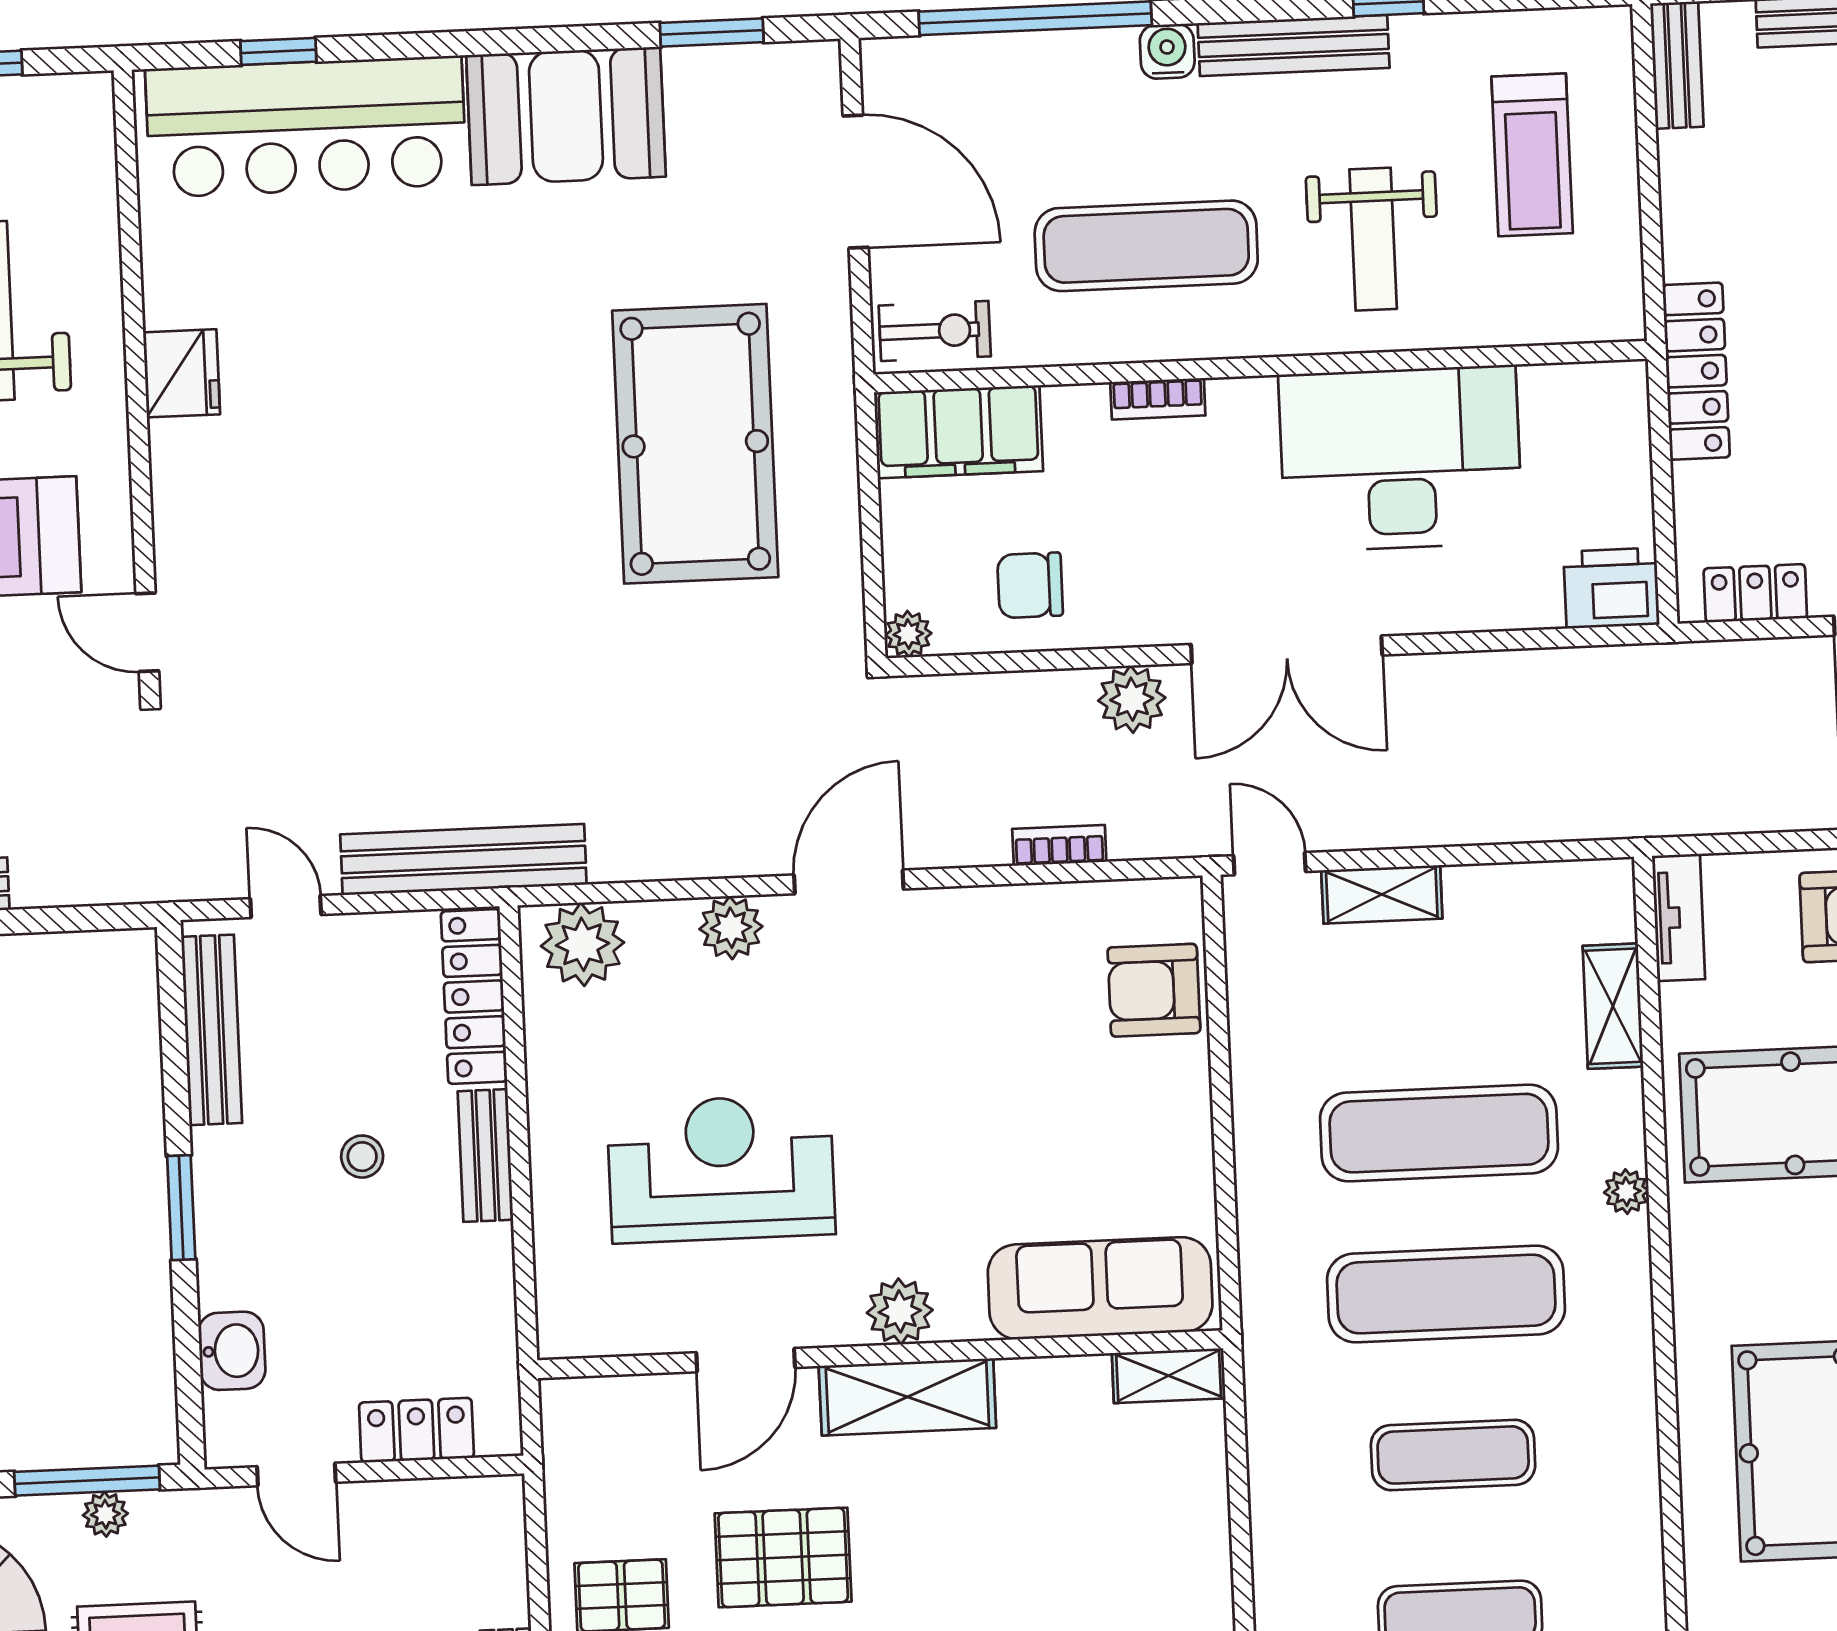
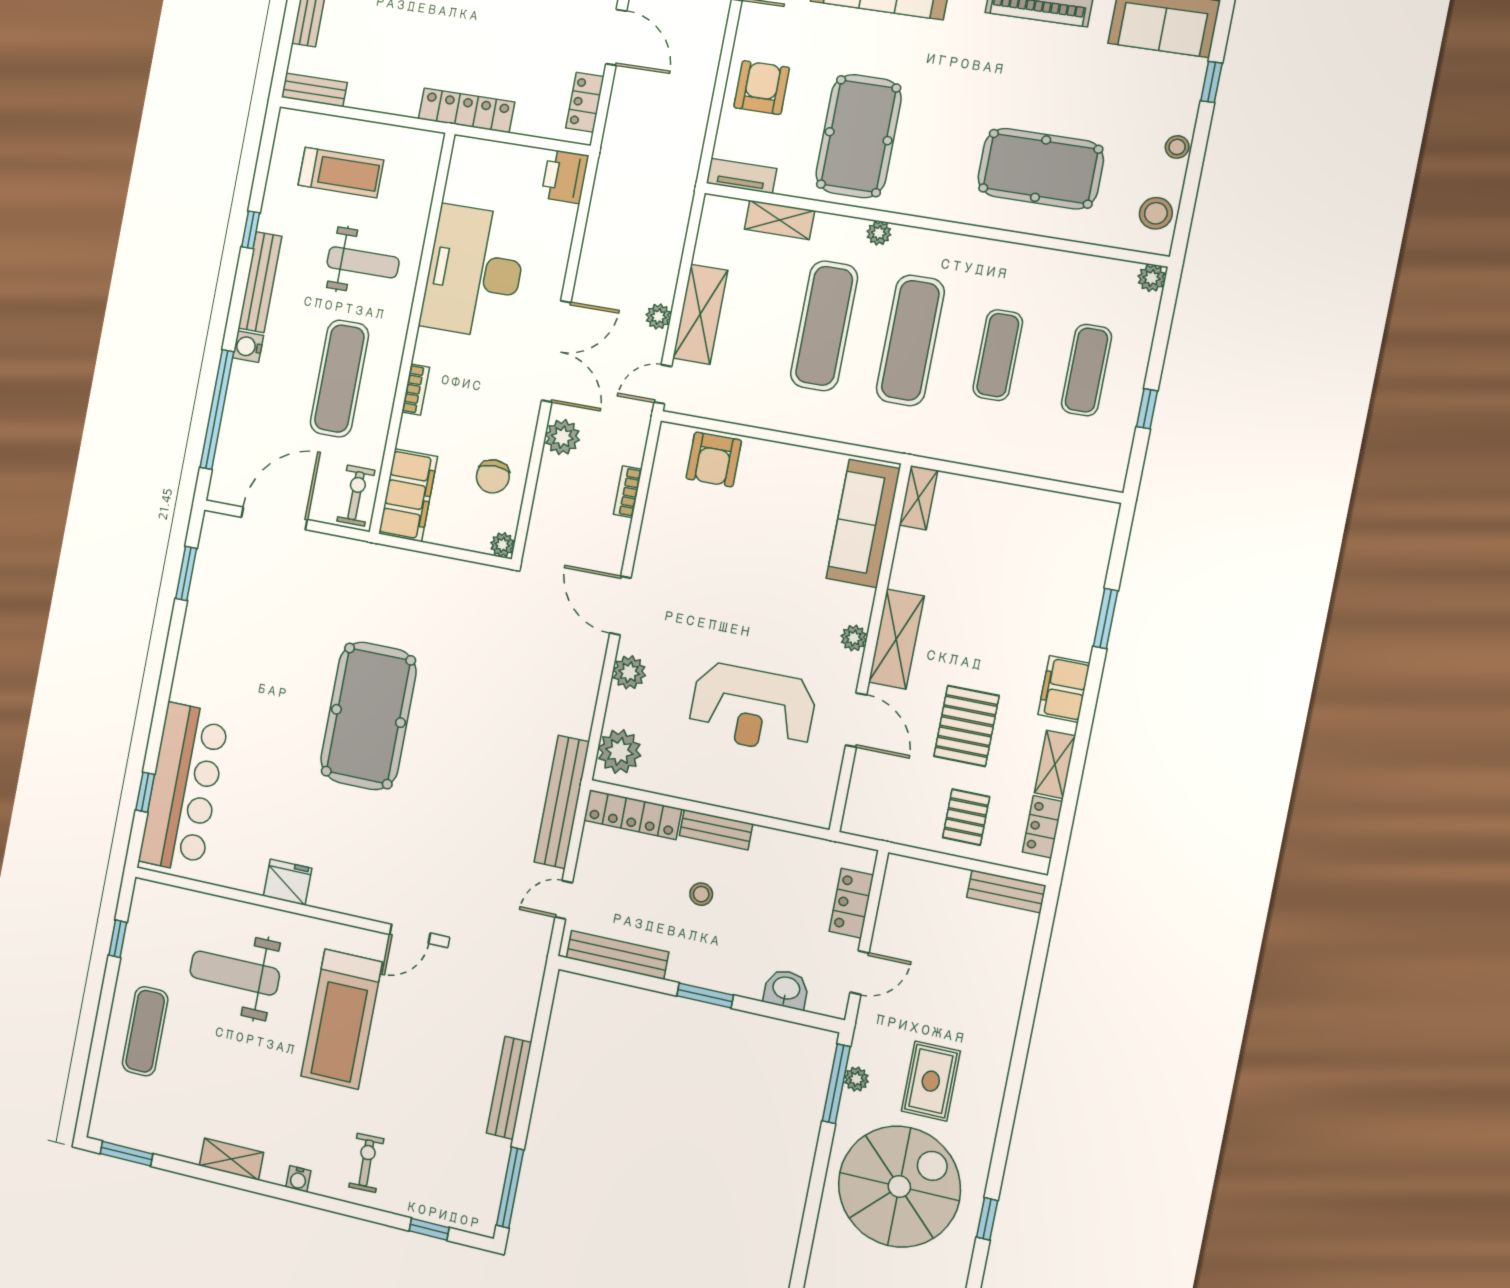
booth: (566, 116) -> (209, 656), removed
pool table: (695, 444) -> (368, 716), moved, turned 90
plant: (1391, 825) -> (658, 316), added
shelving: (1382, 894) -> (700, 314), width x1.50, depth x1.33
reception desk: (721, 1169) -> (752, 708), turned -90
plant: (900, 1311) -> (854, 638), width x0.73, depth x0.73

